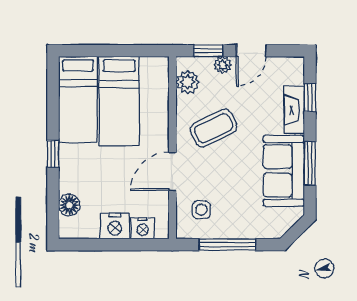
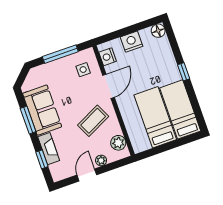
window: (208, 51) -> (113, 166), removed
floor lamp: (69, 205) -> (158, 31), moved
nightstand: (143, 228) -> (108, 57), moved, turned -90

